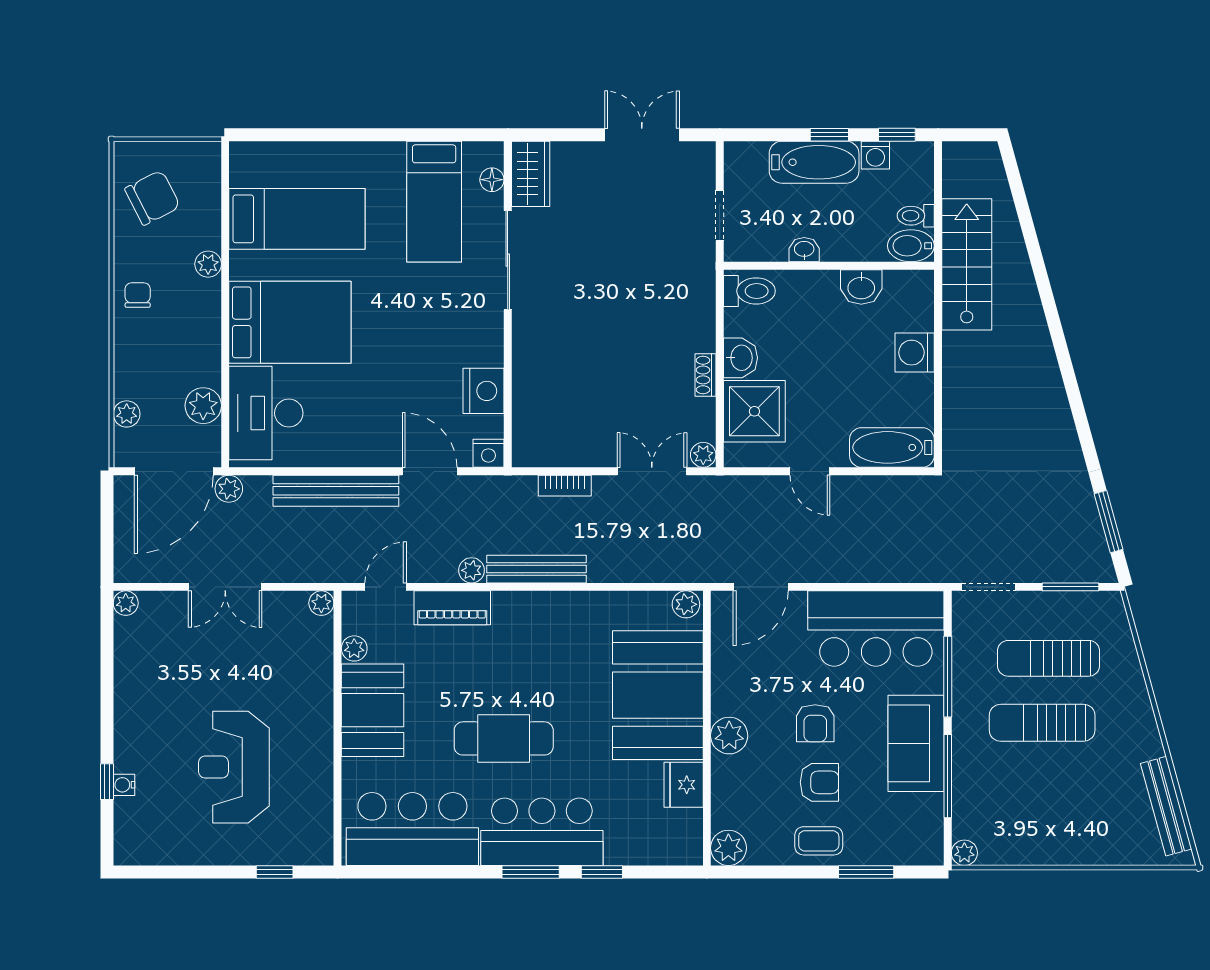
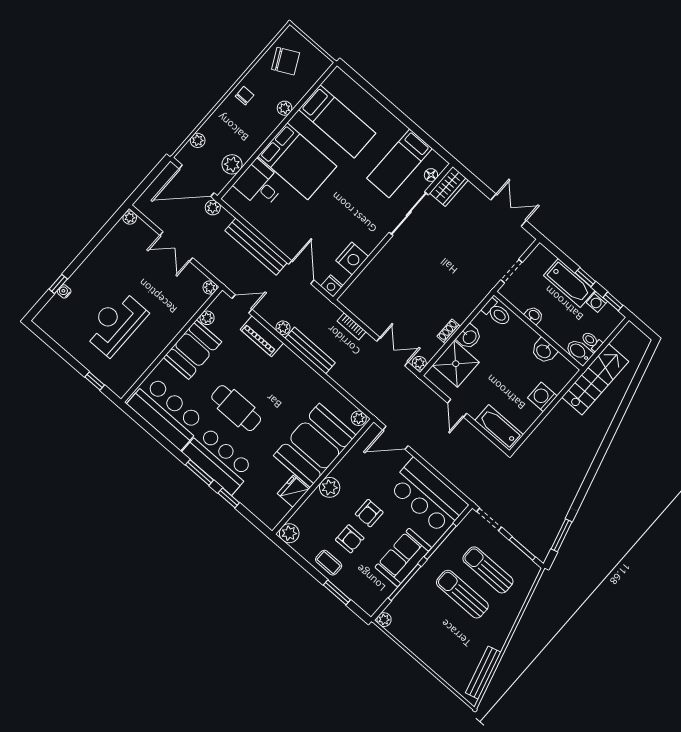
desk: (266, 413) -> (260, 185), width x0.73

